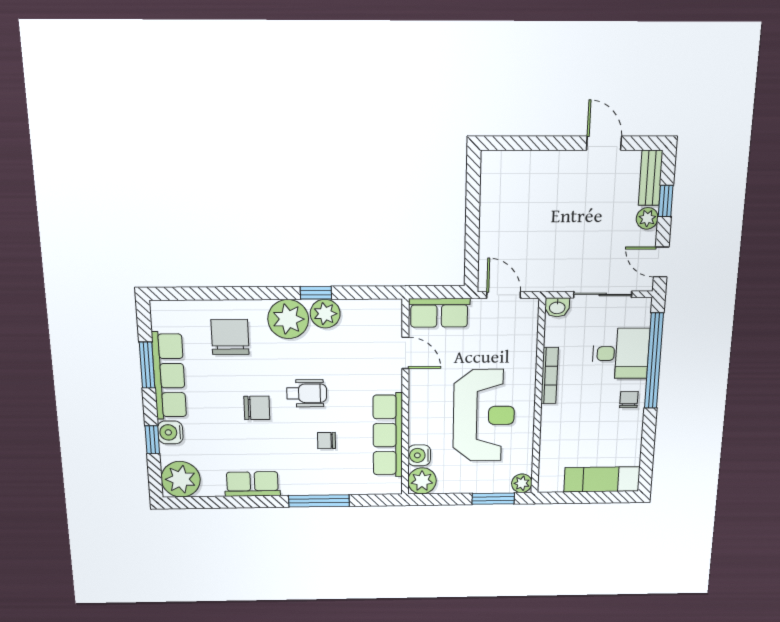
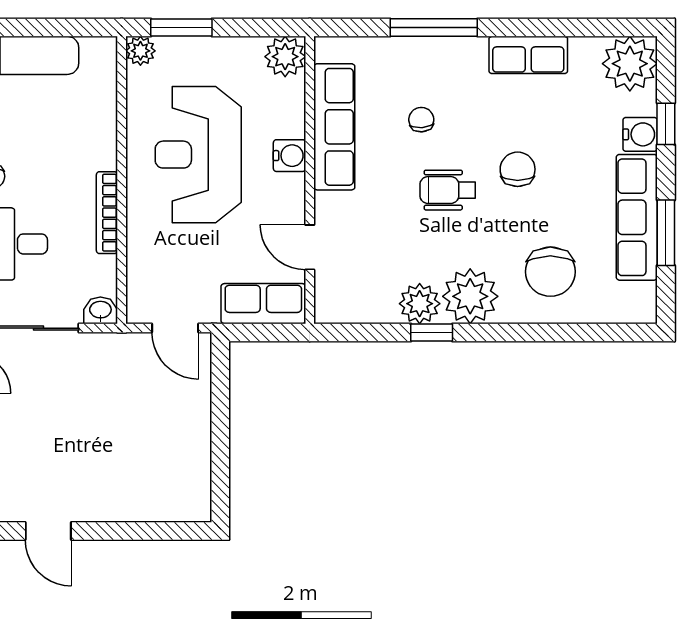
chair: (257, 408) -> (518, 169), turned 90
chair: (326, 441) -> (421, 120), turned -94
water cooler: (419, 455) -> (289, 156), moved

